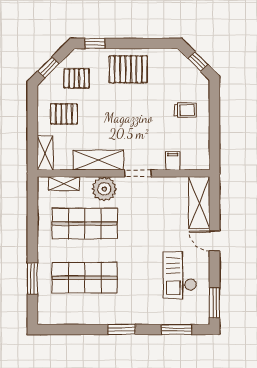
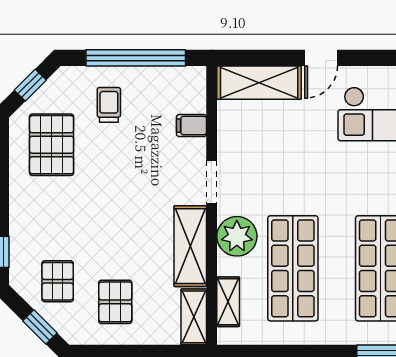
pallet: (128, 69) -> (52, 145), moved
window: (214, 127) -> (136, 58), added
shelving: (45, 153) -> (194, 317), moved, turned 90

